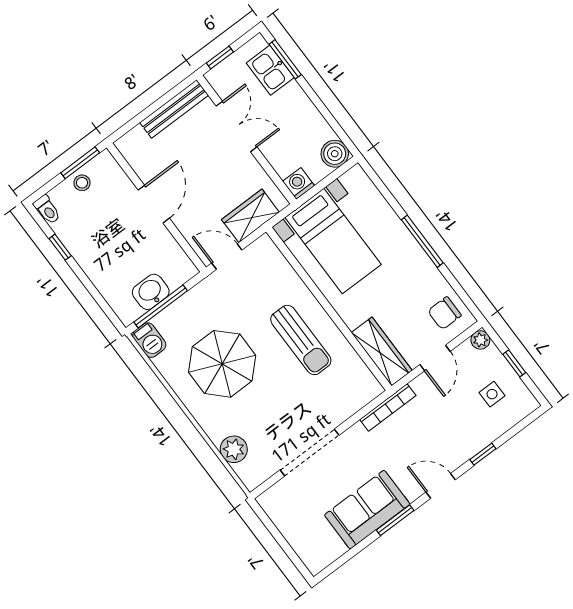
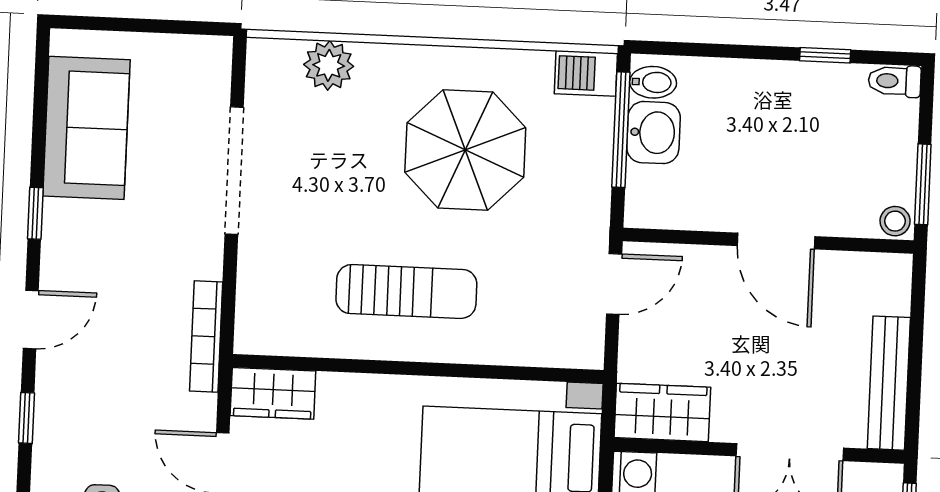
stool: (82, 183) -> (895, 221), moved
wardrobe: (250, 216) -> (662, 412), moved, turned -90
bidet: (130, 309) -> (653, 82), added
sun lounger: (301, 340) -> (406, 291), turned 180
wardrobe: (382, 351) -> (273, 393), width x0.67
sofa: (367, 510) -> (86, 128), moved
window: (395, 520) -> (35, 213), width x0.67

